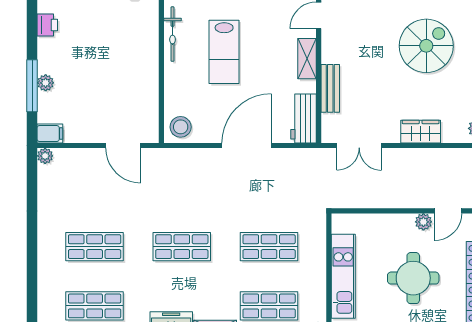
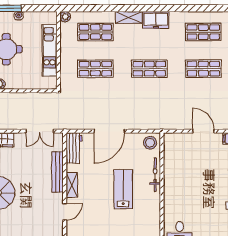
bicycle: (173, 34) -> (155, 175), moved
bench: (330, 88) -> (58, 172), width x1.36
door: (123, 146) -> (203, 131), moved
double door: (359, 146) -> (40, 131), swing flipped

